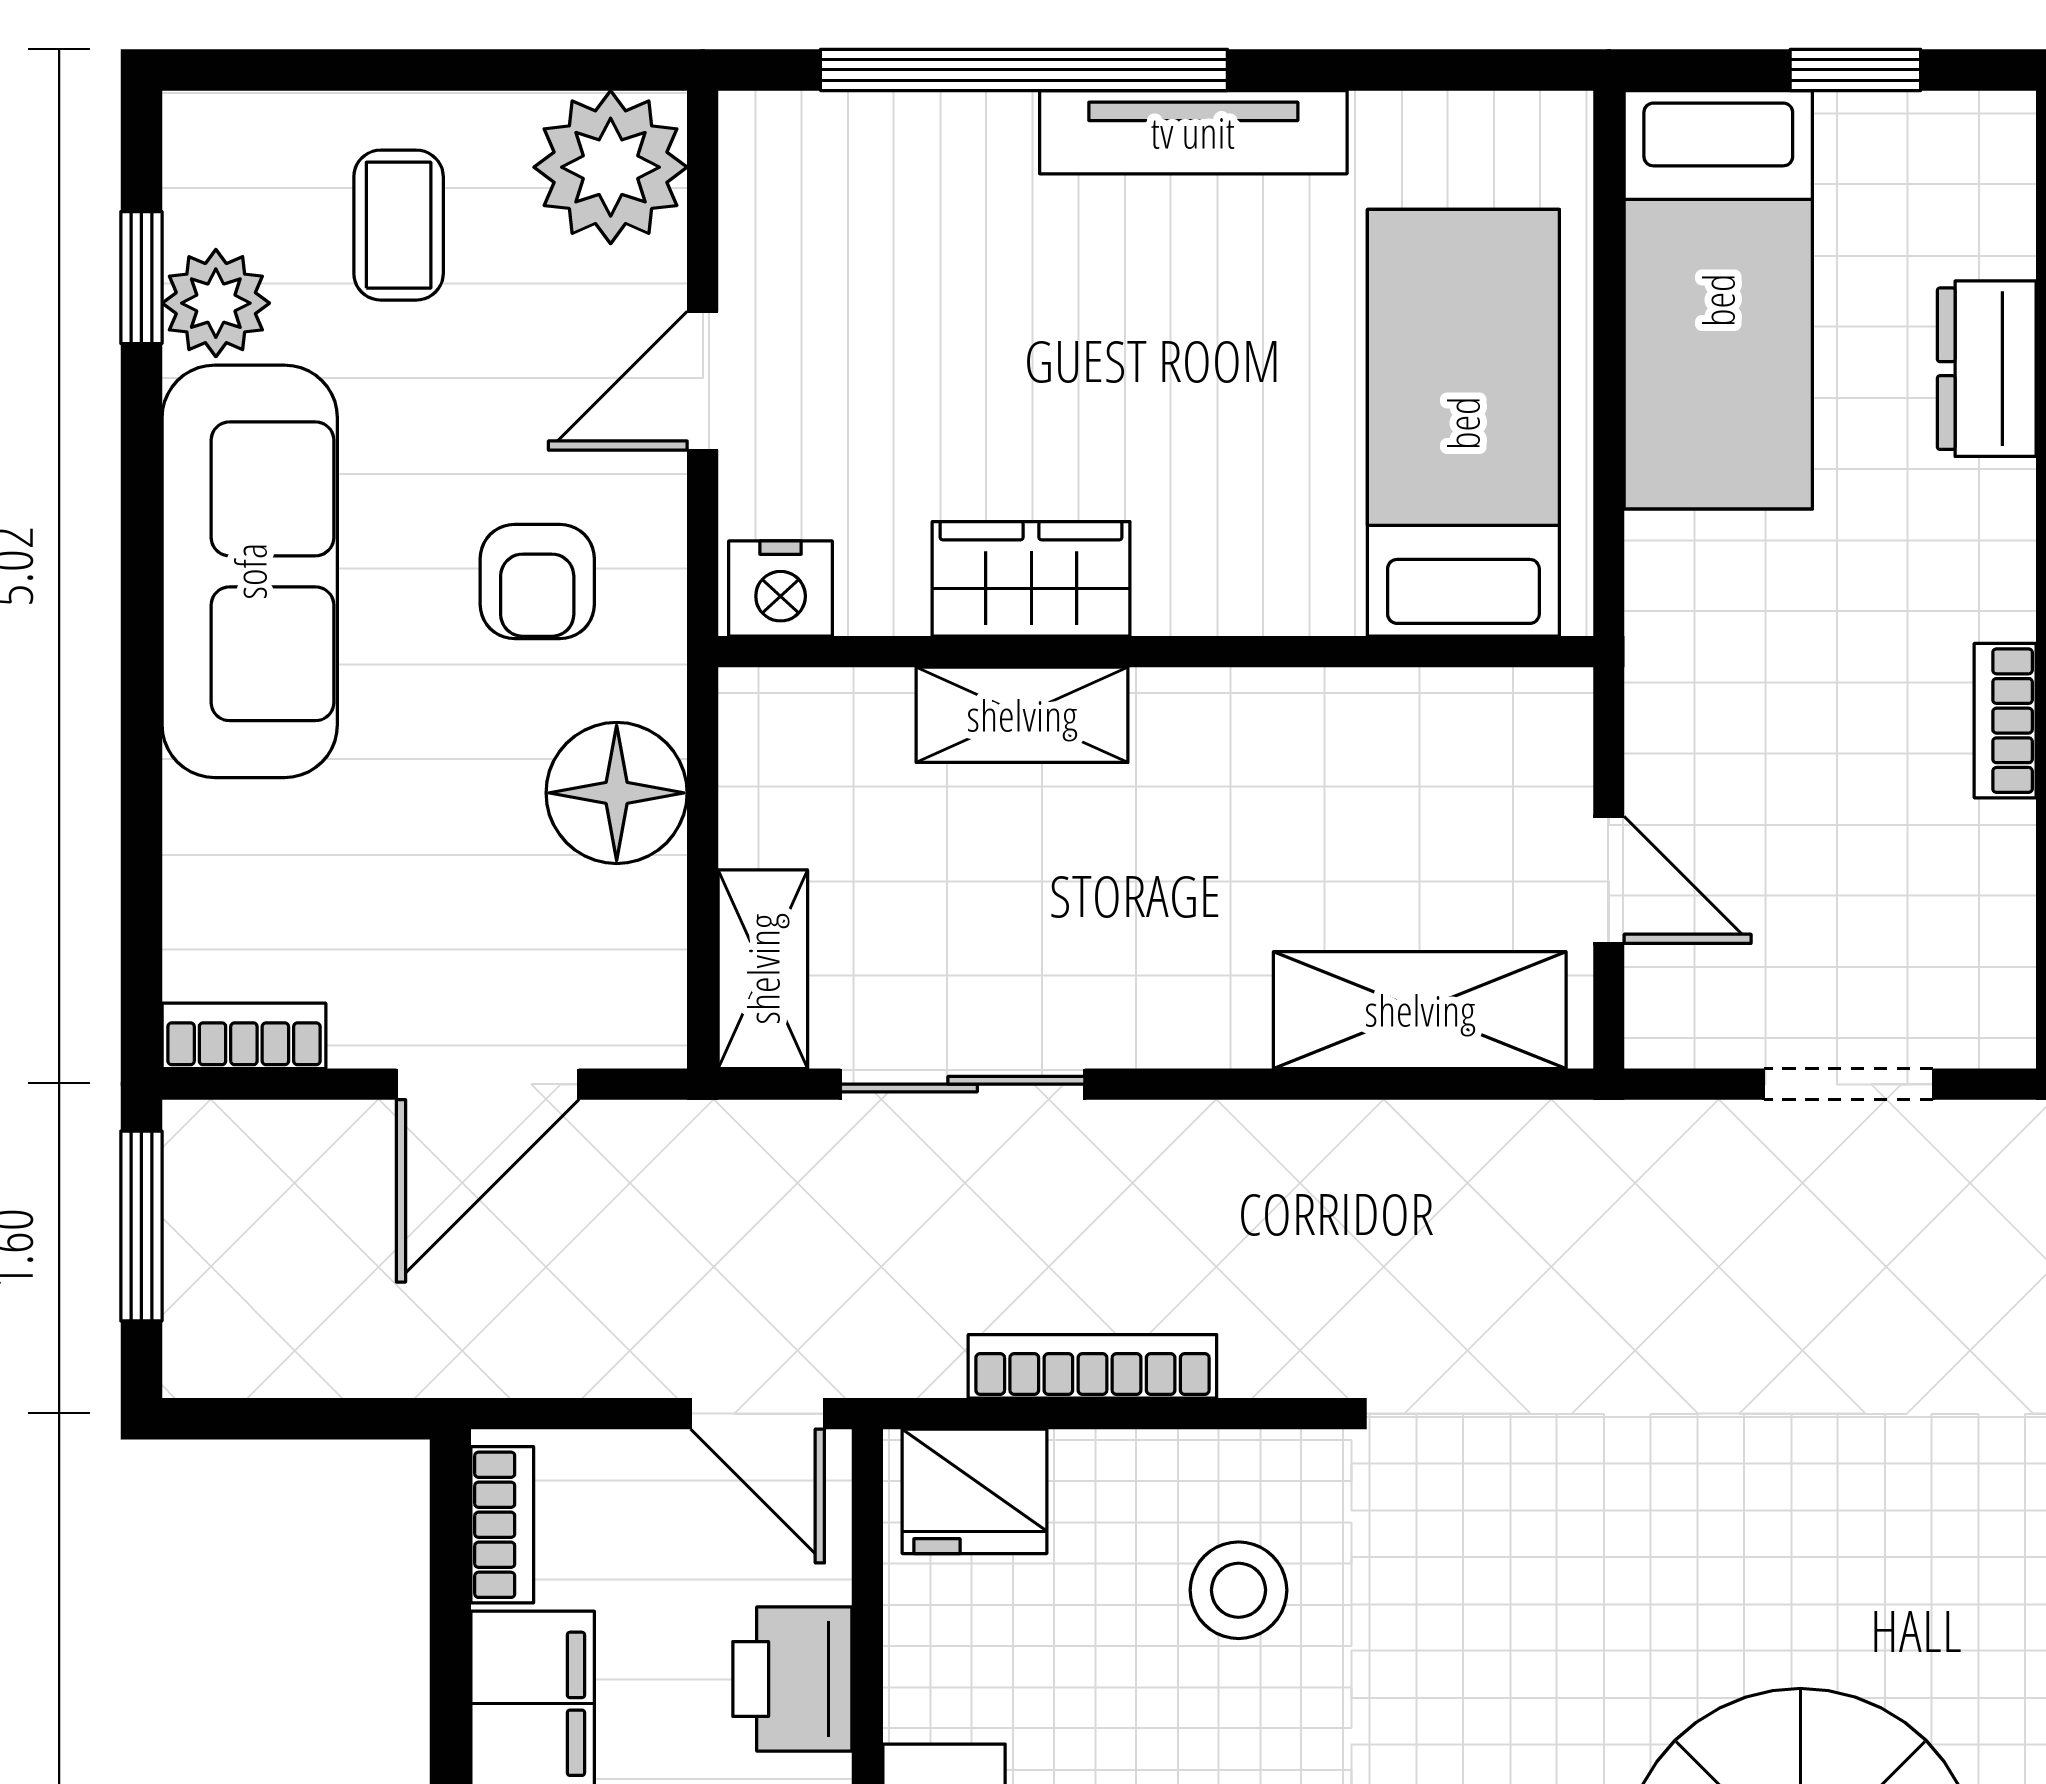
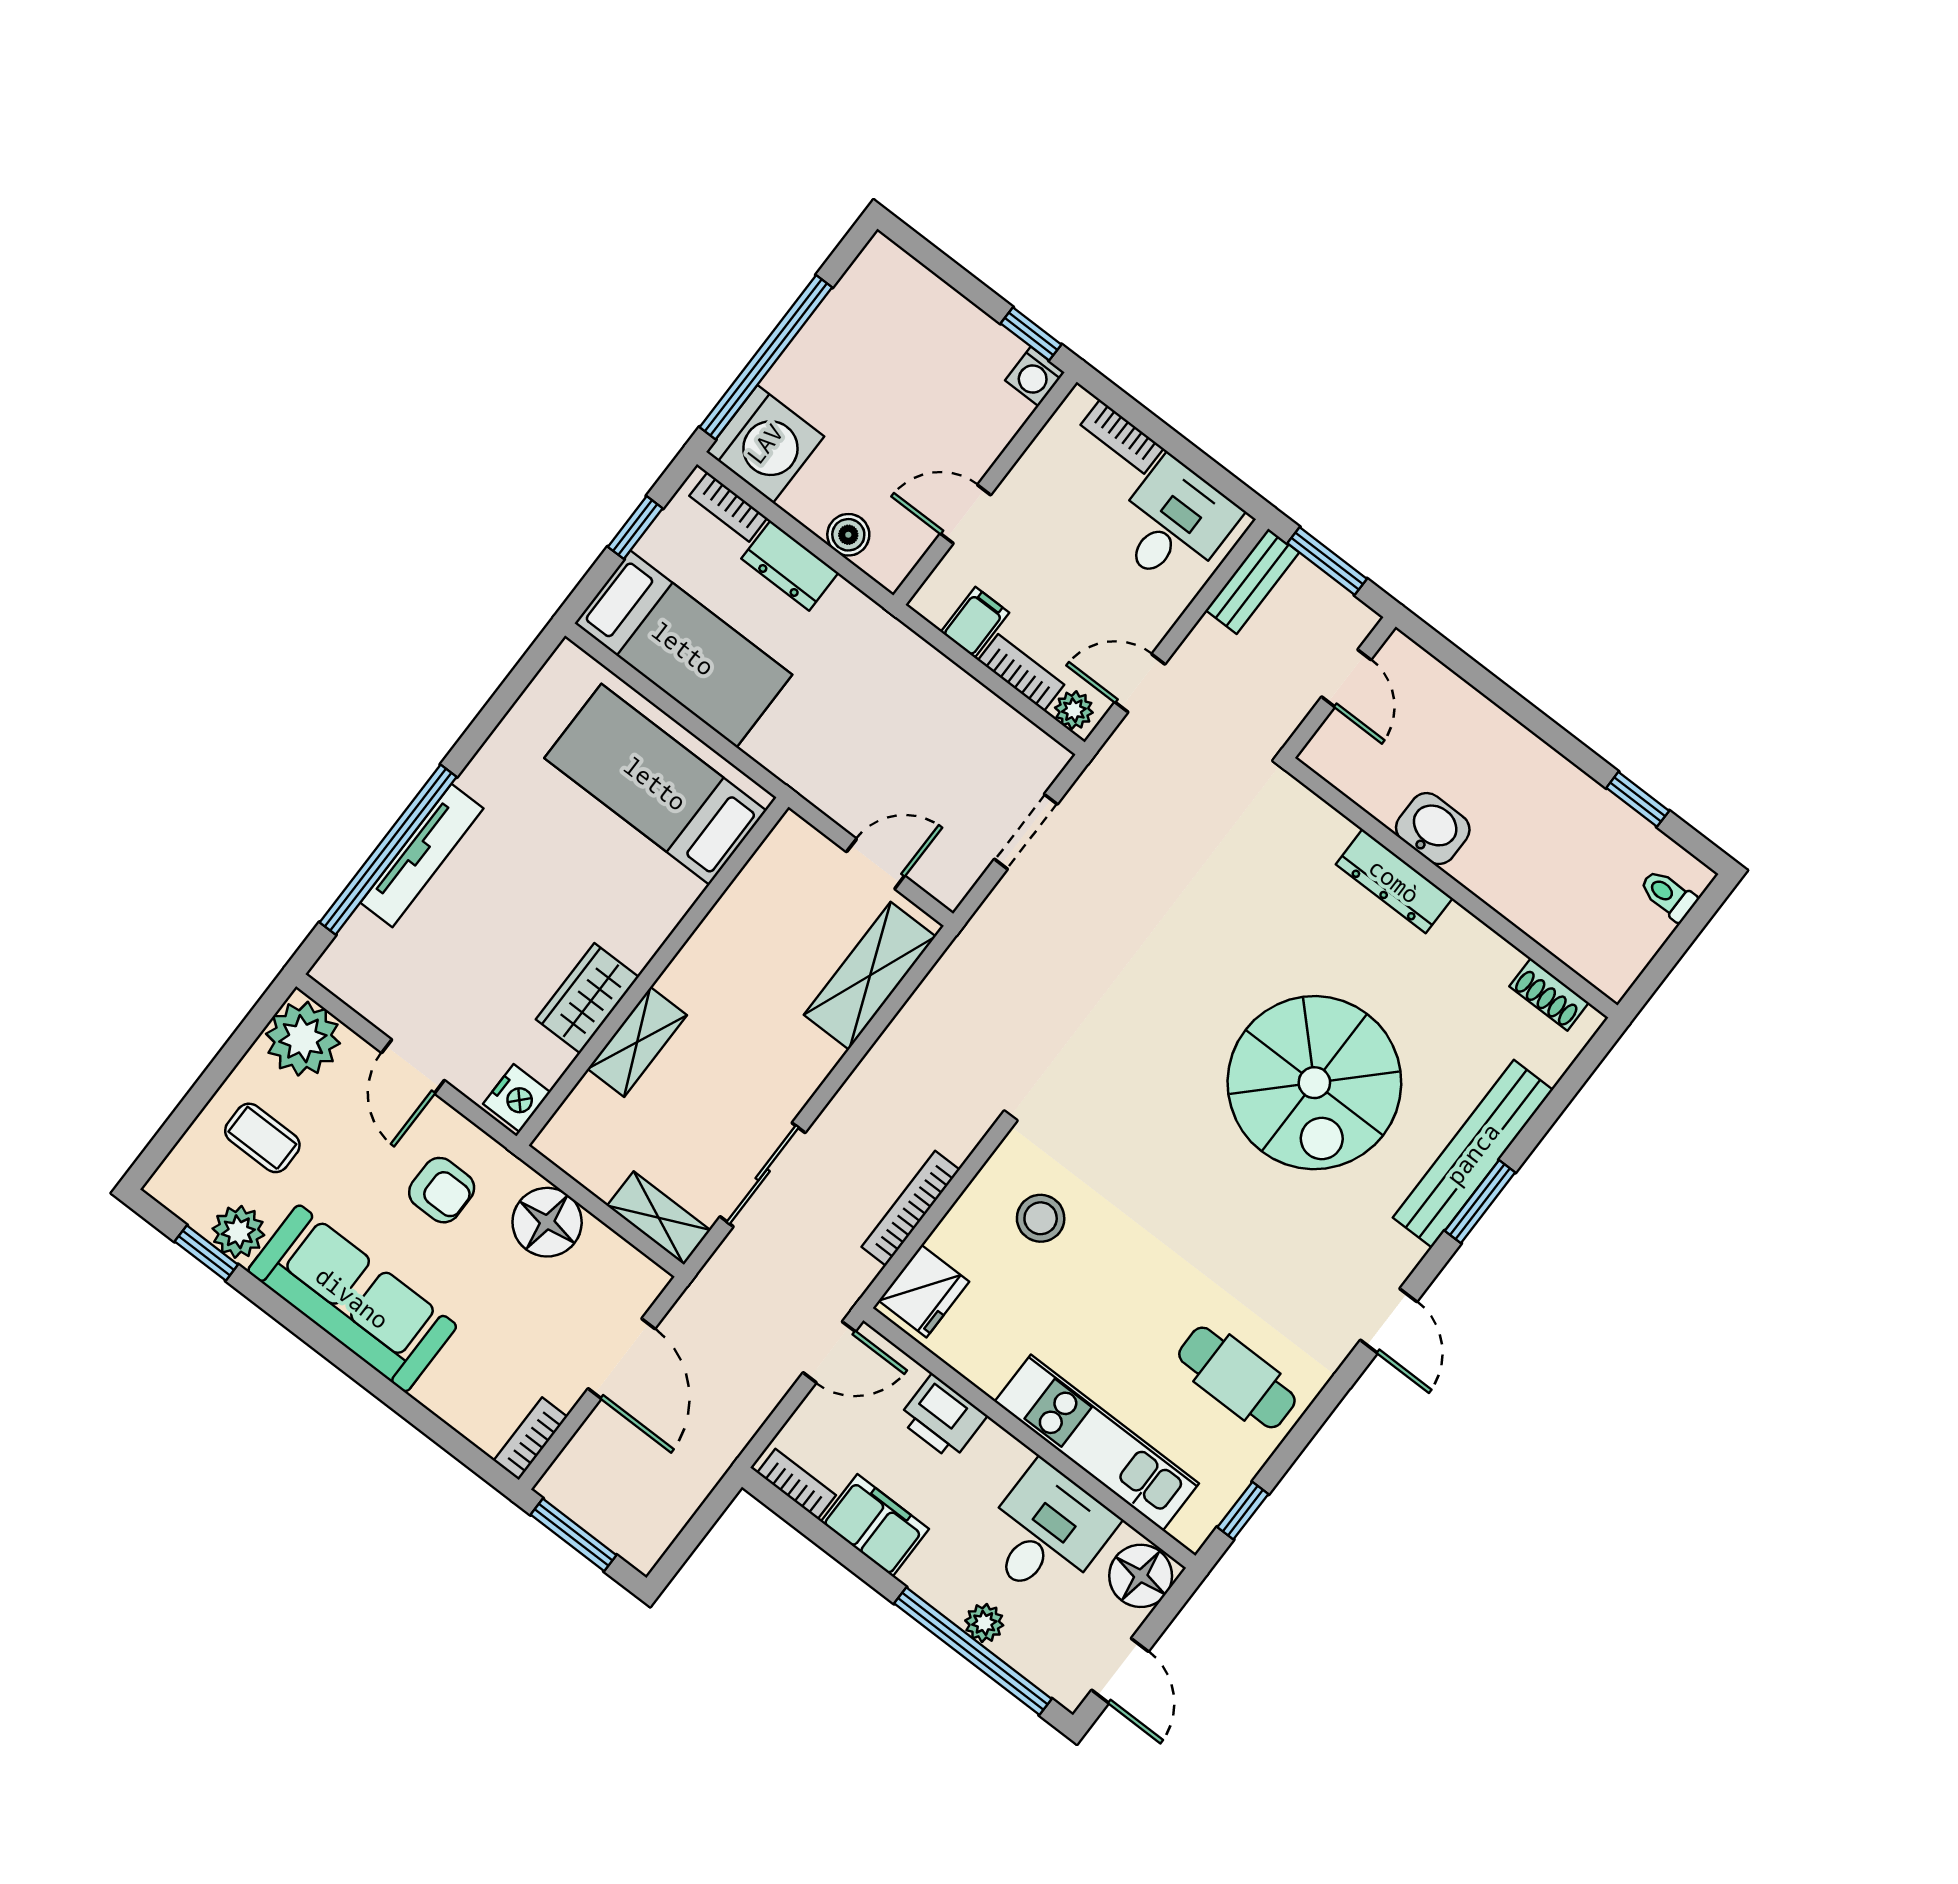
tv unit: (1193, 132) -> (422, 856), moved
bookcase: (2005, 721) -> (728, 507), moved

